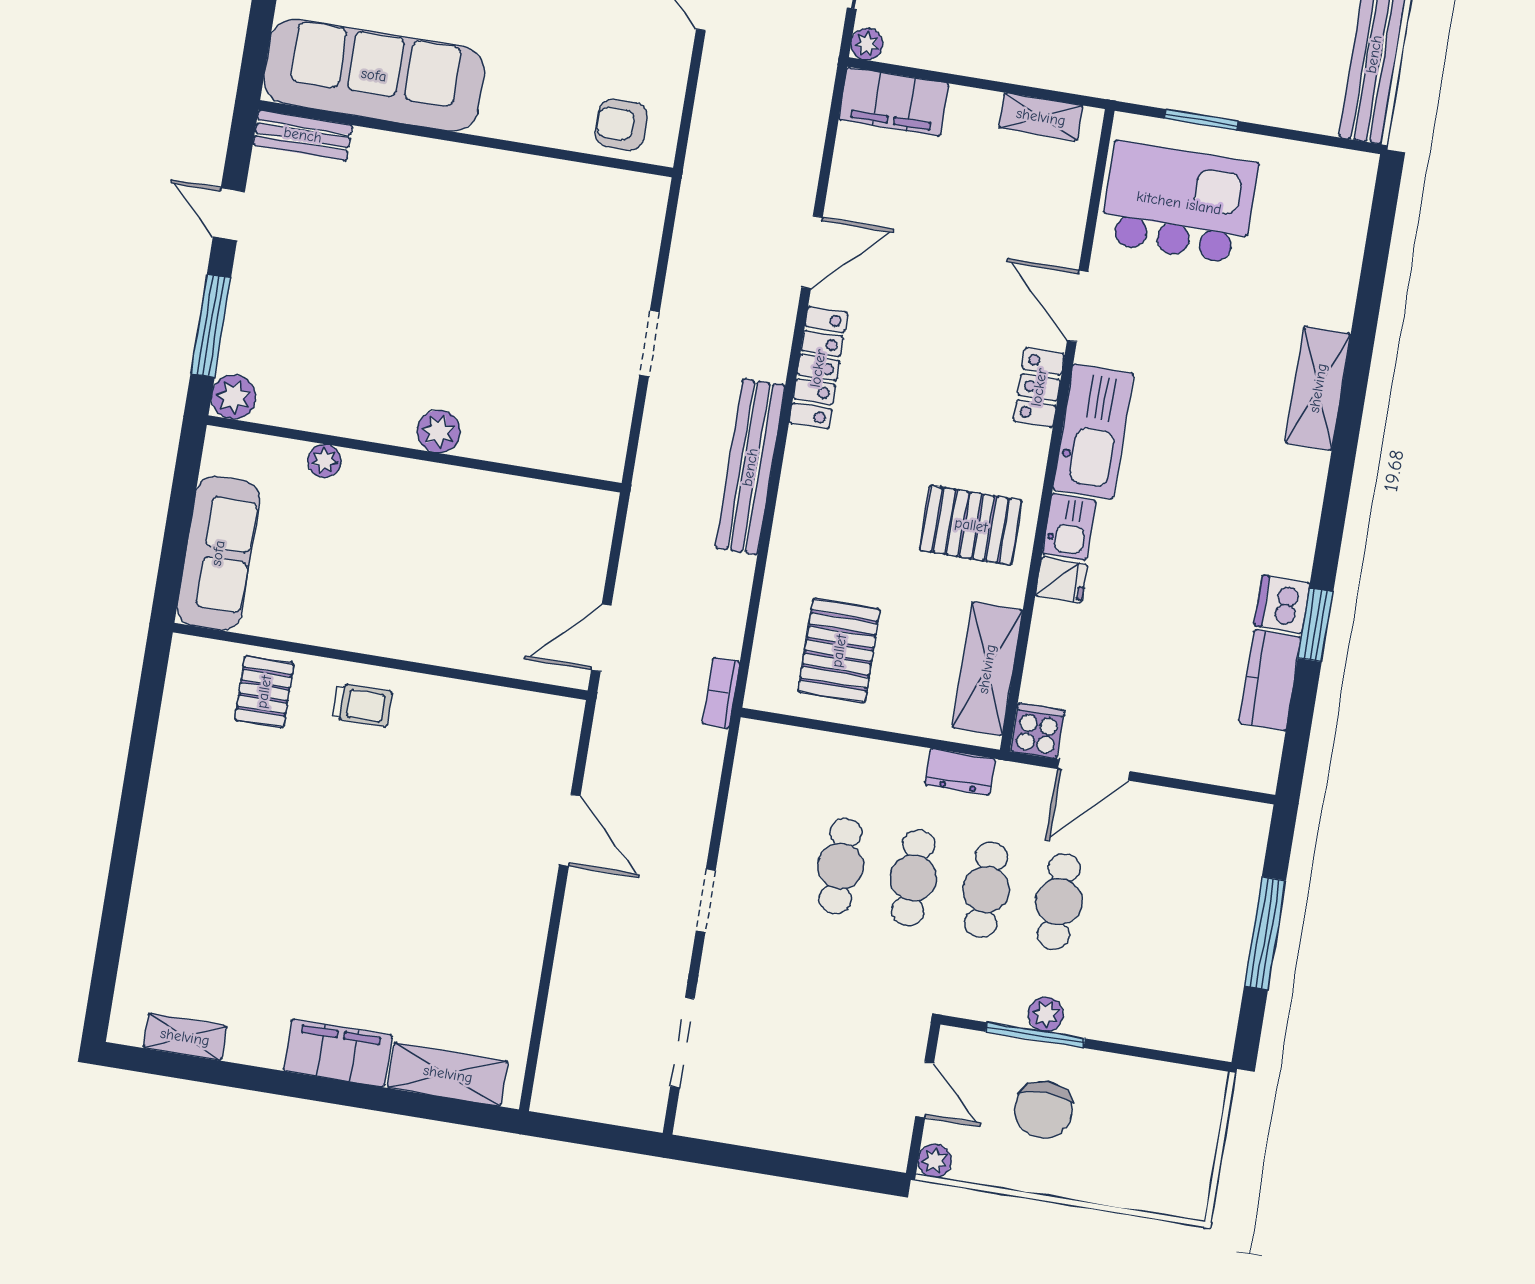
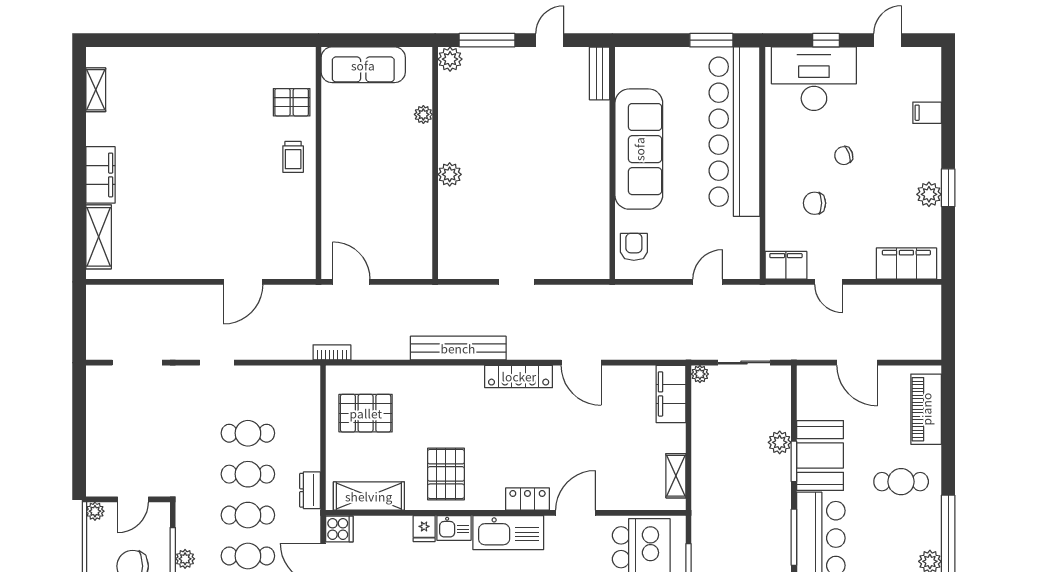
sofa: (374, 75) -> (639, 149), moved

